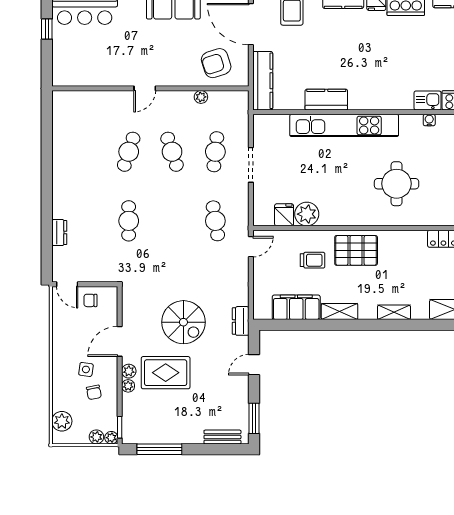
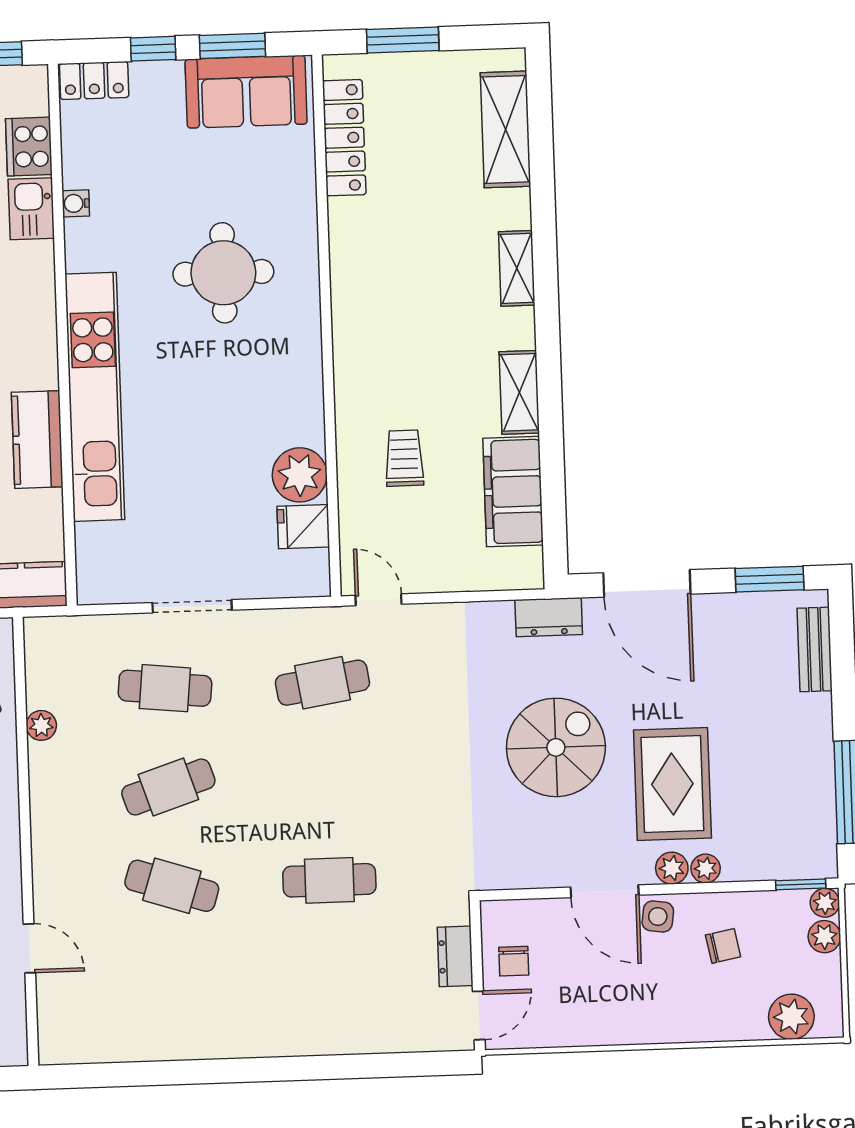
door: (145, 88) -> (29, 948), moved
dresser: (59, 233) -> (455, 956), moved, turned -90
pallet: (356, 250) -> (379, 360), removed
door: (254, 365) -> (647, 583), width x1.88
side table: (86, 369) -> (658, 917), moved

